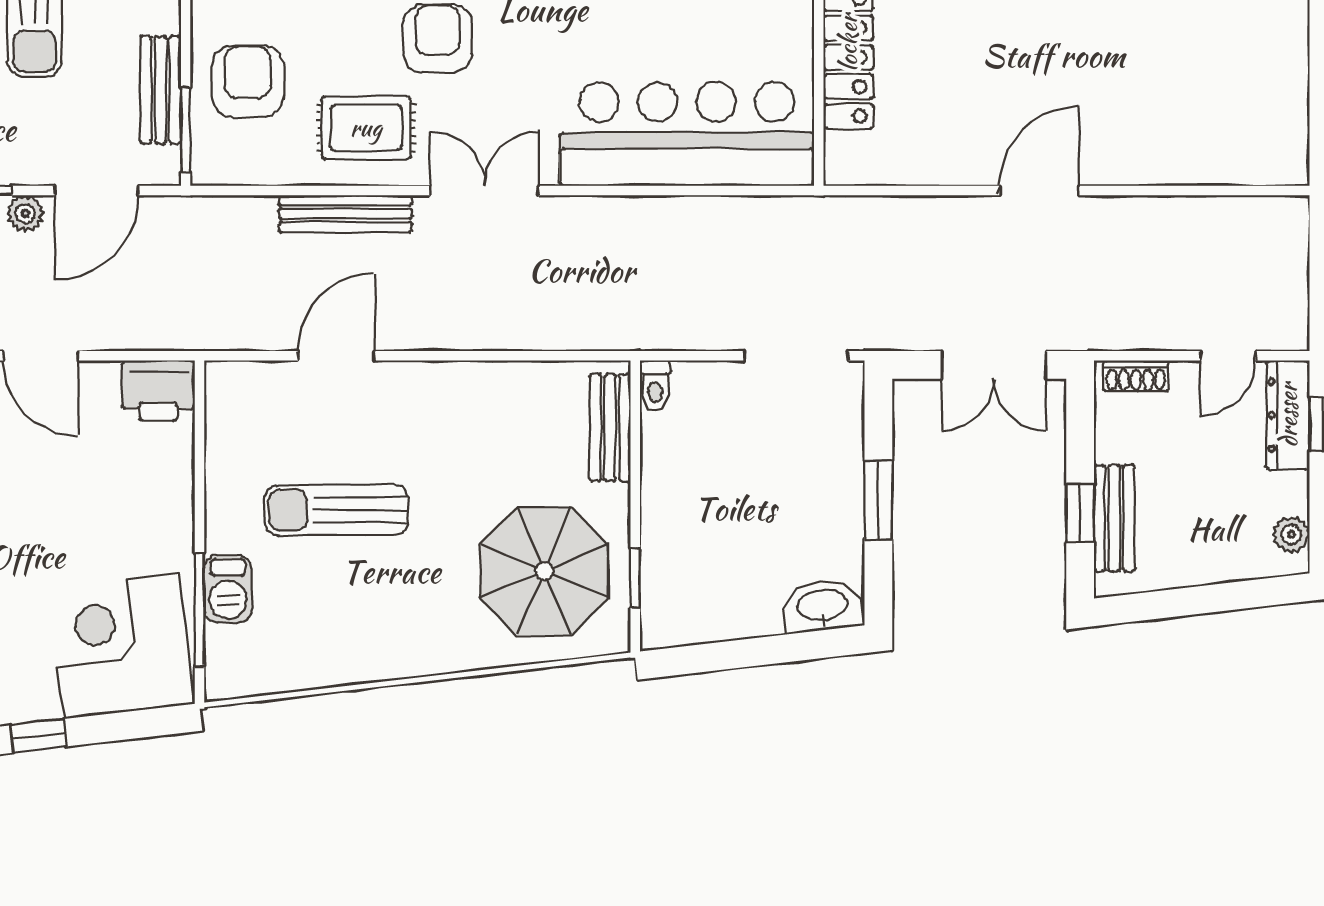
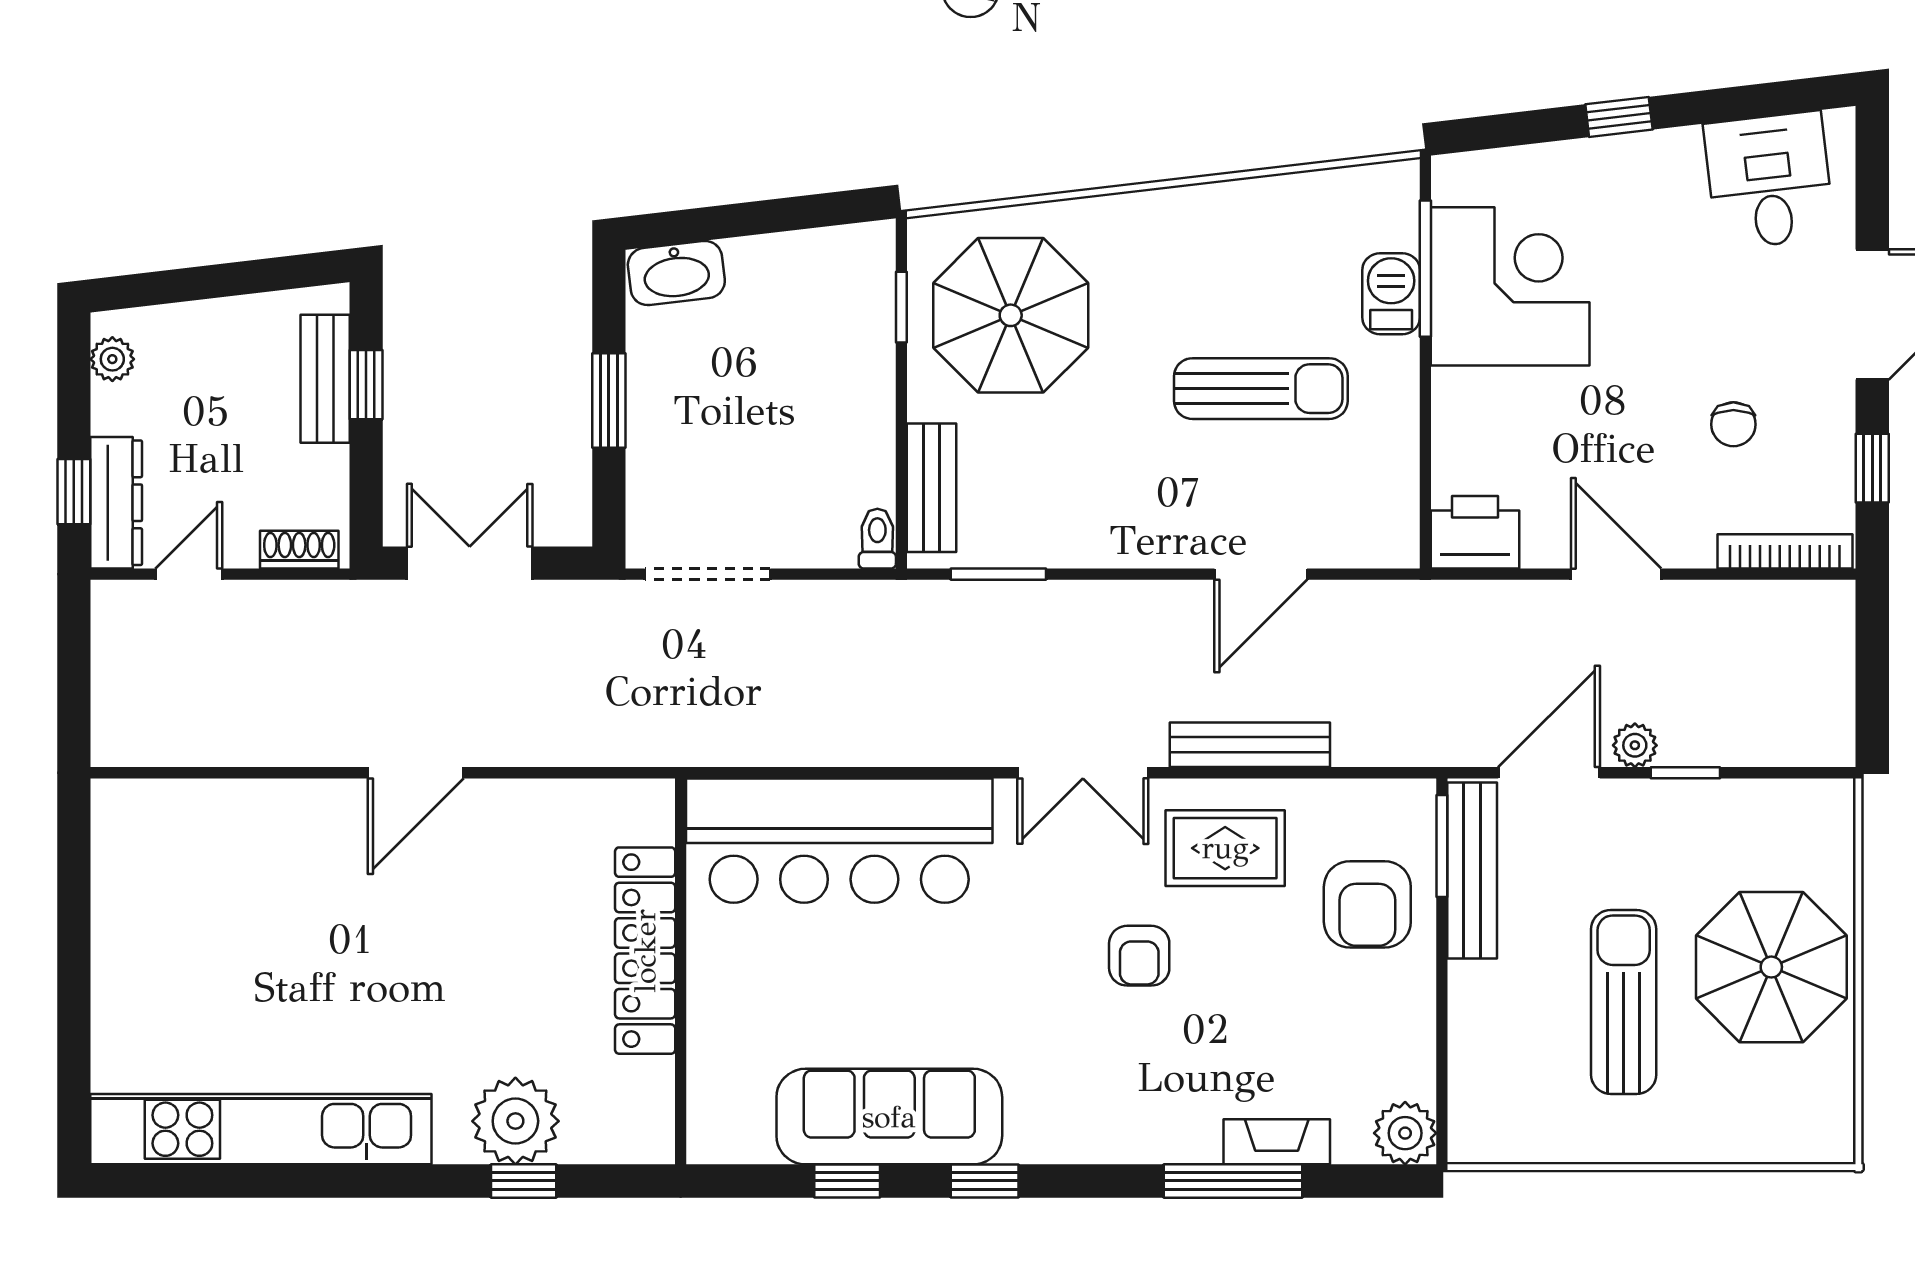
armchair: (437, 38) -> (1139, 956), width x0.72, depth x0.72
bench: (161, 90) -> (1472, 870), width x1.36
window: (555, 356) -> (998, 574), added
corner desk: (121, 646) -> (1510, 286), moved, turned -83

